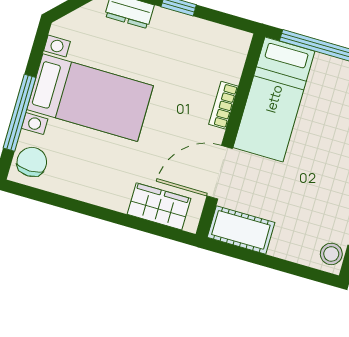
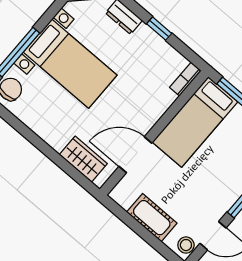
bookcase: (223, 105) -> (185, 79), moved
cot: (241, 230) -> (152, 218), moved

